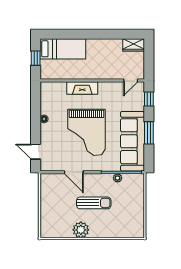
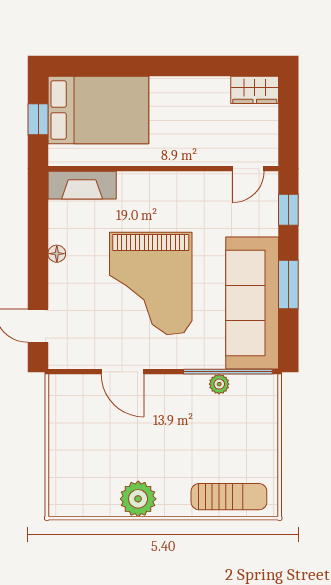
bed: (63, 49) -> (98, 110), width x1.50
fireplace: (82, 88) -> (82, 185), moved
sun lounger: (94, 203) -> (229, 497), moved

